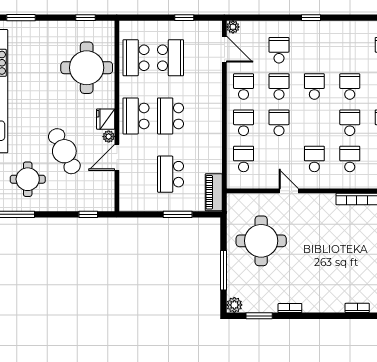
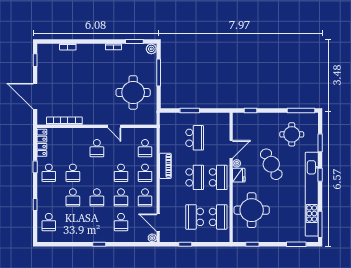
cafe table: (64, 151) -> (271, 164), moved
school desk: (350, 159) -> (73, 148), removed
piano: (214, 192) -> (165, 166), moved

